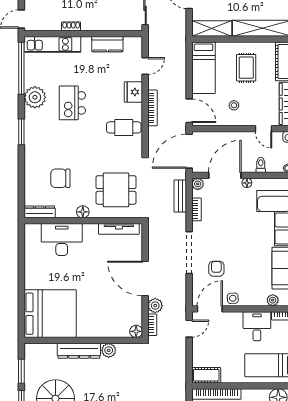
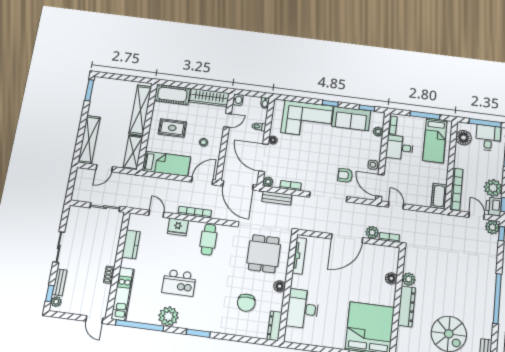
floor lamp: (136, 331) -> (391, 278), moved

